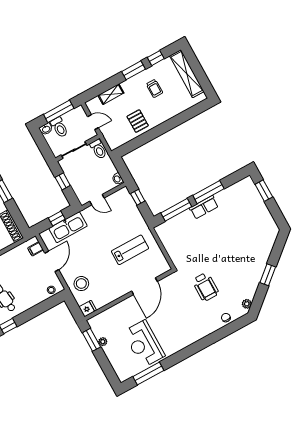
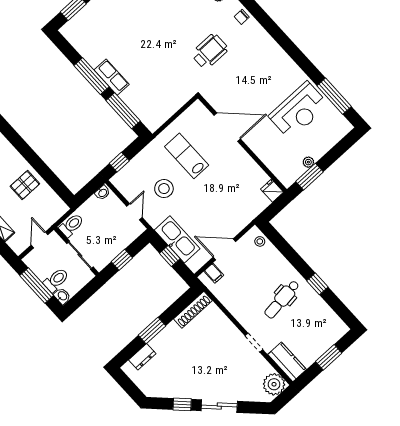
stool: (81, 284) -> (164, 189), moved

